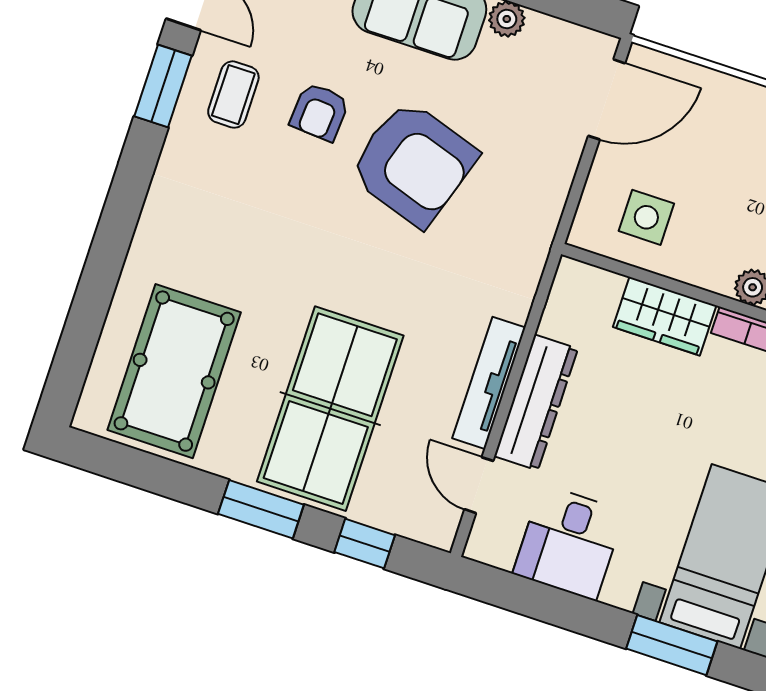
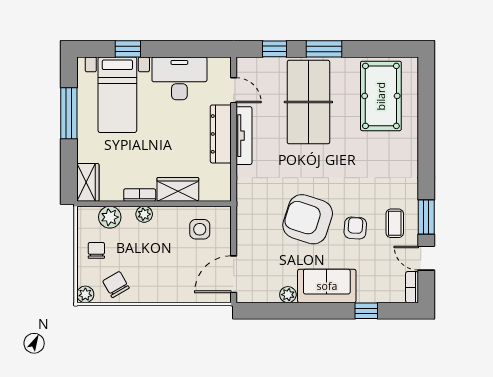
desk: (569, 542) -> (179, 78), width x1.37
window: (672, 645) -> (128, 49), width x0.67

